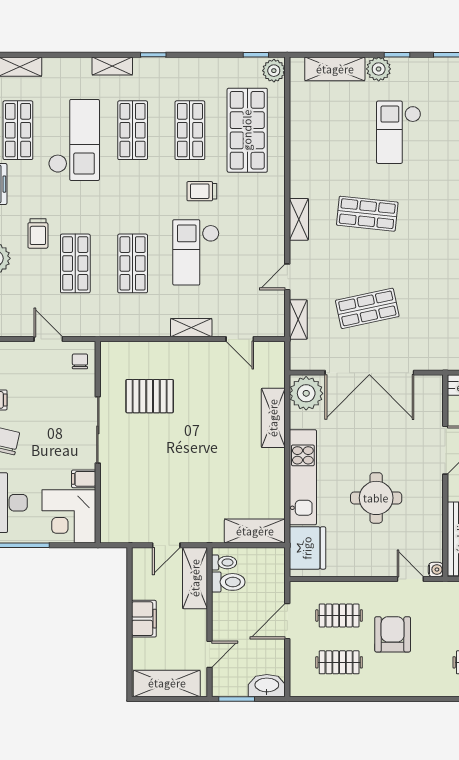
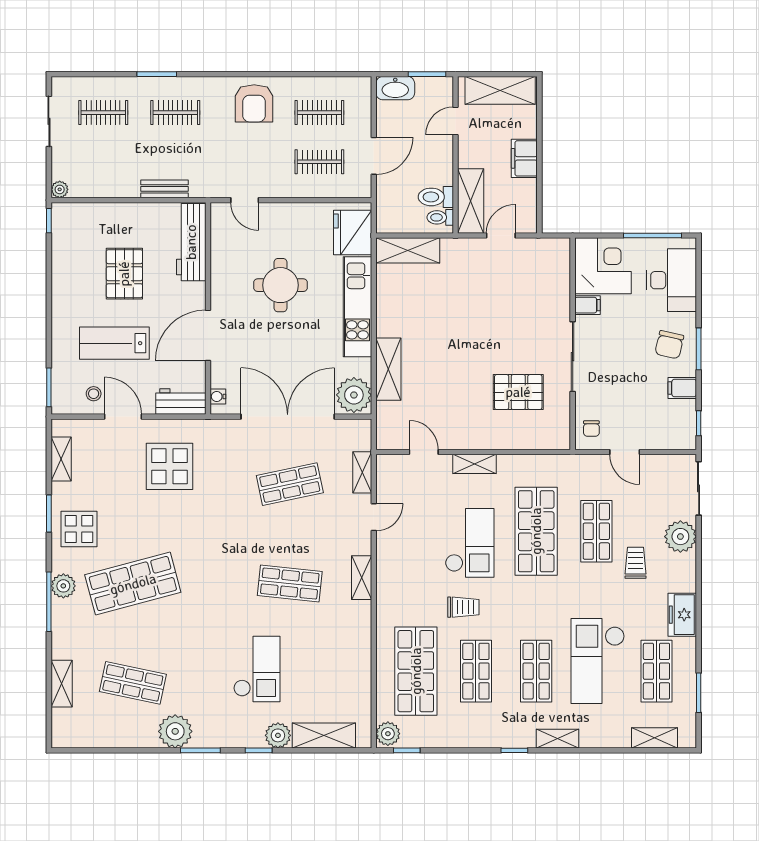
shop shelf: (133, 263) -> (536, 531), width x1.43, depth x1.36
water cooler: (436, 570) -> (218, 396), moved
armchair: (393, 634) -> (254, 103), moved

